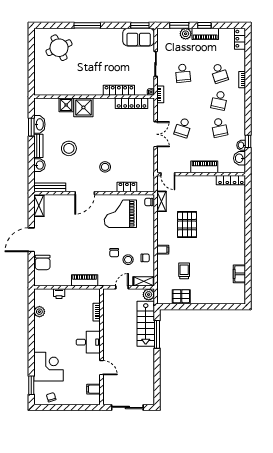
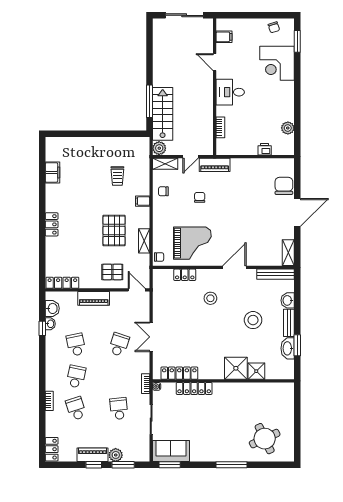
shelving: (161, 201) -> (144, 241), moved
locker: (240, 230) -> (52, 224), added
stool: (128, 260) -> (183, 189), removed
piano: (85, 280) -> (215, 165), moved
pallet: (181, 296) -> (112, 272), moved

